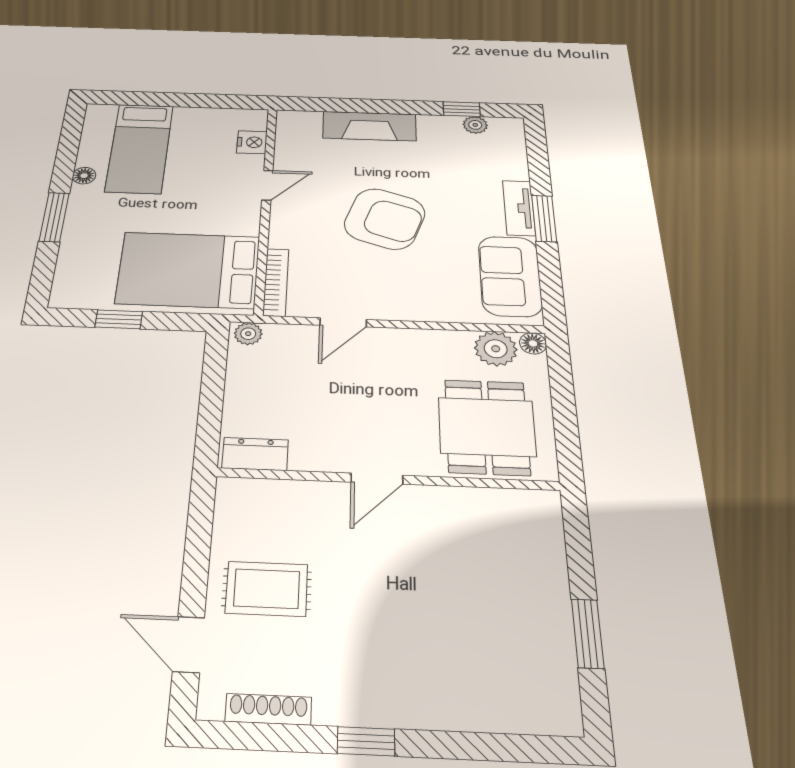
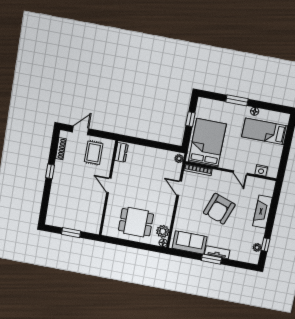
dresser: (255, 454) -> (121, 152), moved
door: (377, 479) -> (109, 185), moved
wall: (388, 479) -> (108, 188), moved

